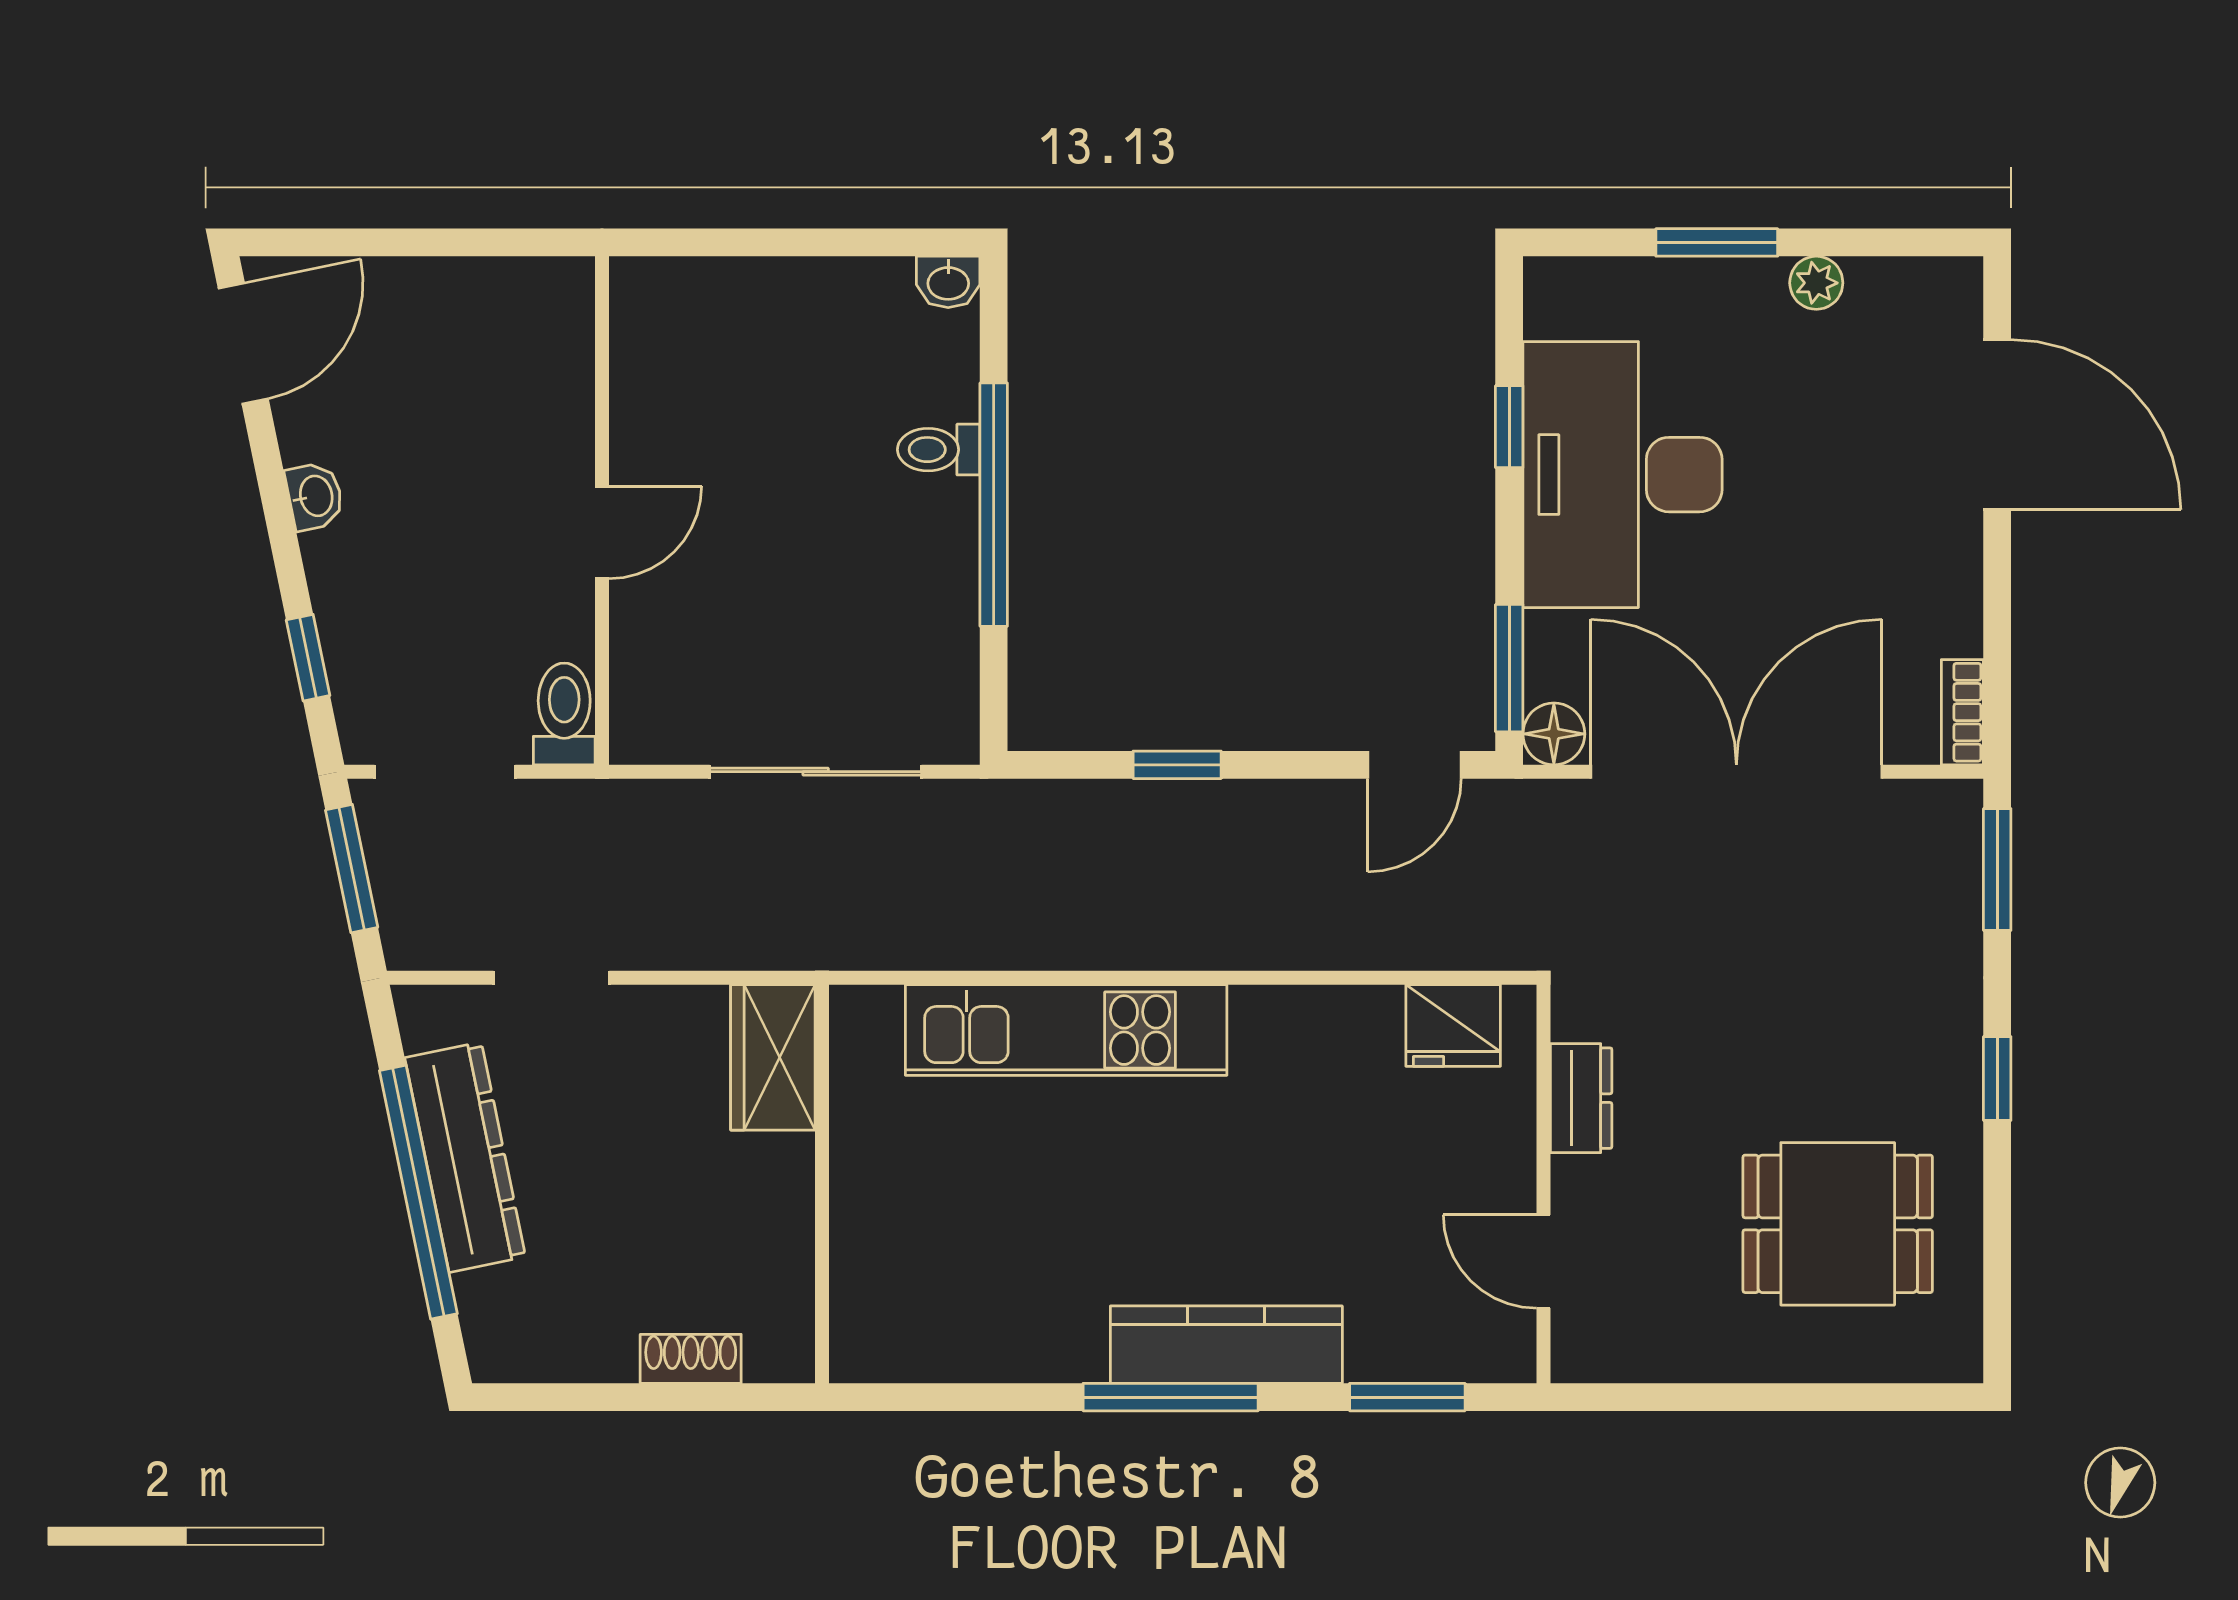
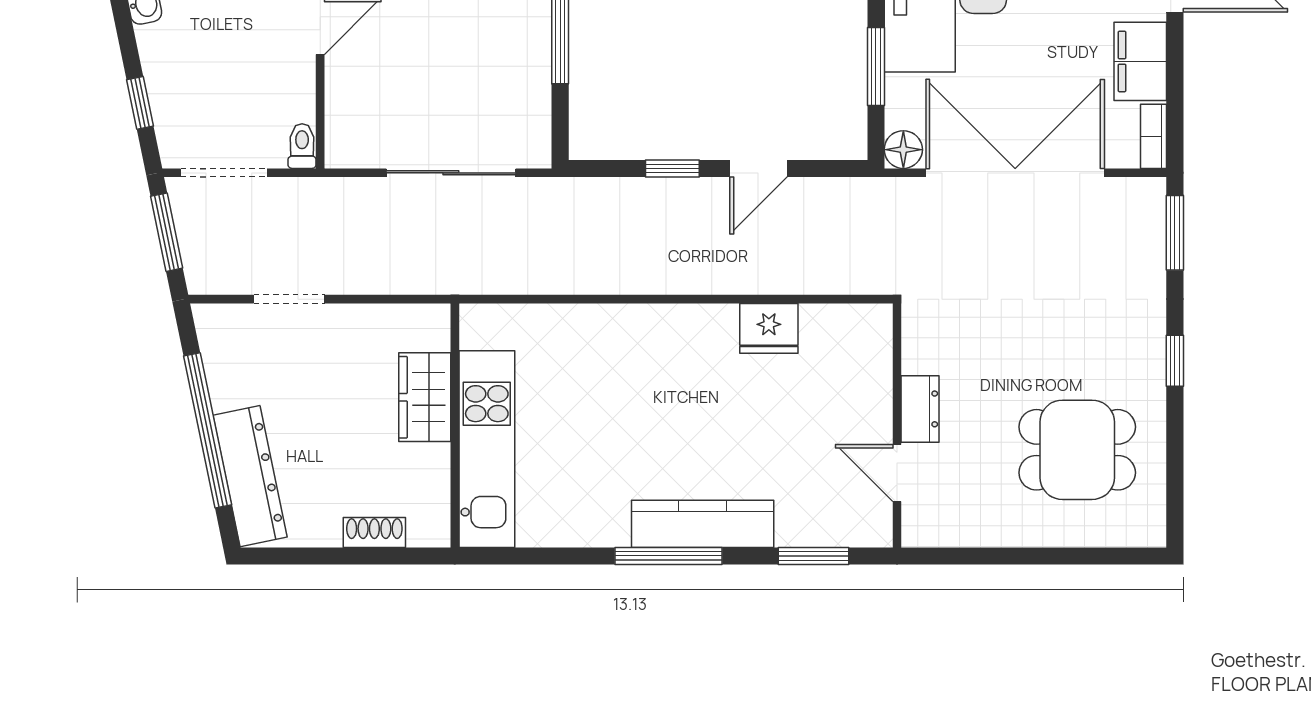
filing cabinet: (1941, 590) -> (1140, 61), added
window: (1509, 668) -> (876, 67), moved
toilet: (564, 714) -> (302, 146), width x0.73, depth x0.72
door: (1415, 765) -> (758, 169), moved
fridge: (1453, 1025) -> (769, 328), moved
kitchen unit: (1066, 1030) -> (487, 449), moved, turned -90
wardrobe: (773, 1057) -> (425, 397), moved
dresser: (1581, 1098) -> (920, 409), moved
dresser: (465, 1157) -> (250, 476), moved

